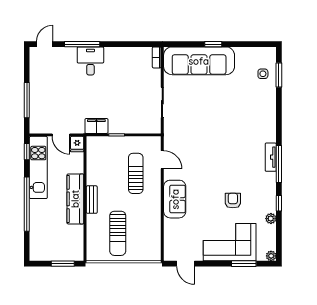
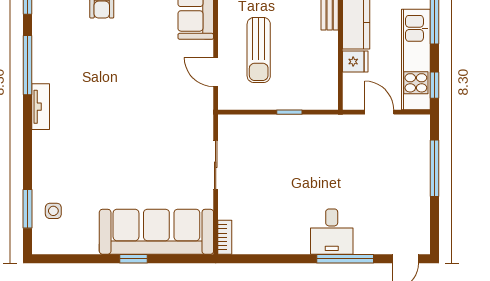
filing cabinet: (96, 126) -> (322, 127), removed
fridge: (77, 144) -> (355, 62), moved, turned 90
tv unit: (271, 157) -> (41, 107), moved

